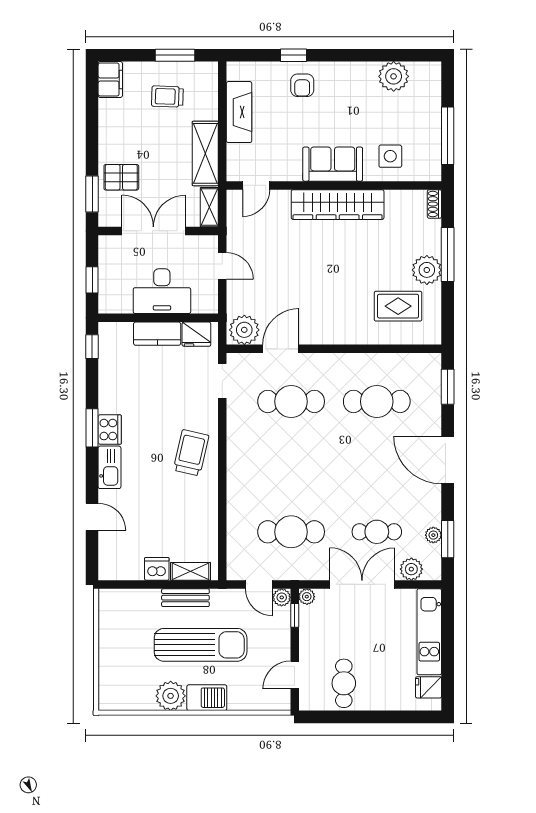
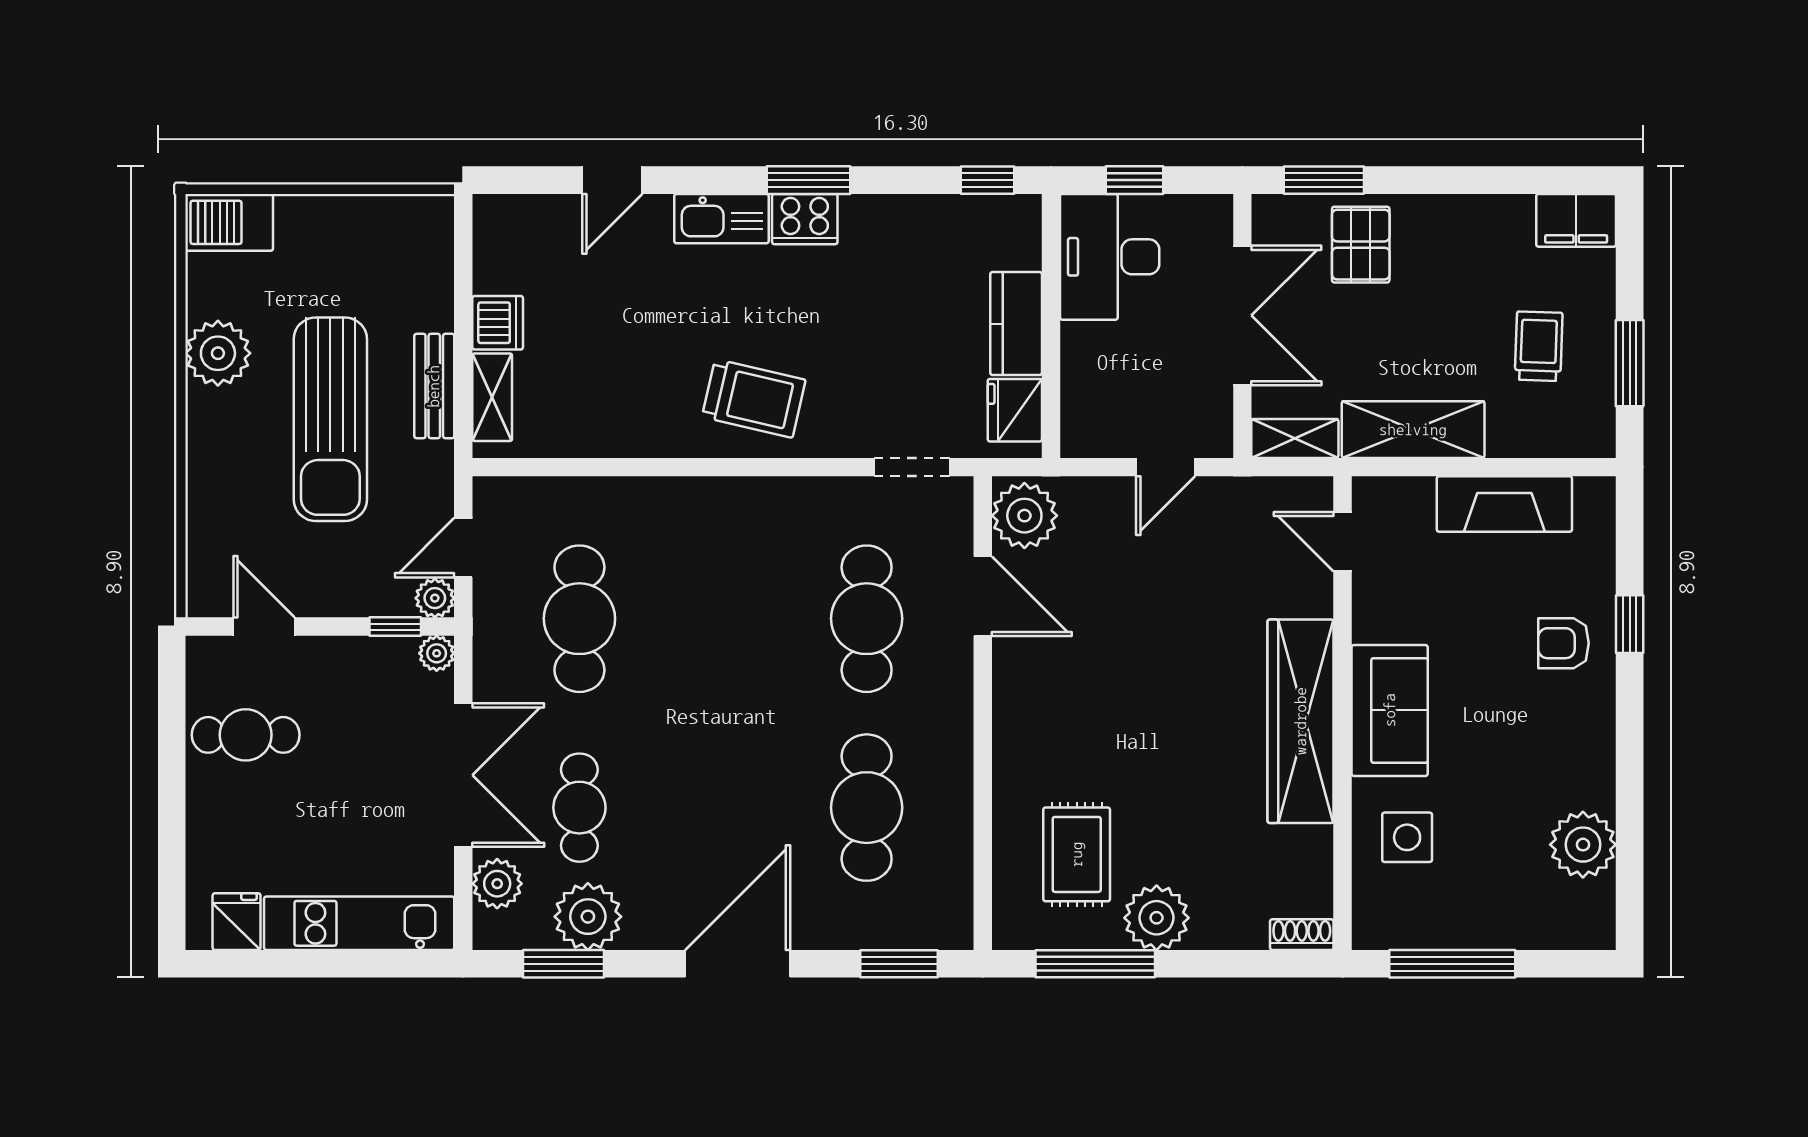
window: (448, 254) -> (1095, 964), moved
desk: (162, 291) -> (1110, 257), moved
plant: (433, 535) -> (588, 917), width x1.88, depth x1.88
barbecue: (207, 698) -> (229, 222), moved, turned 90

